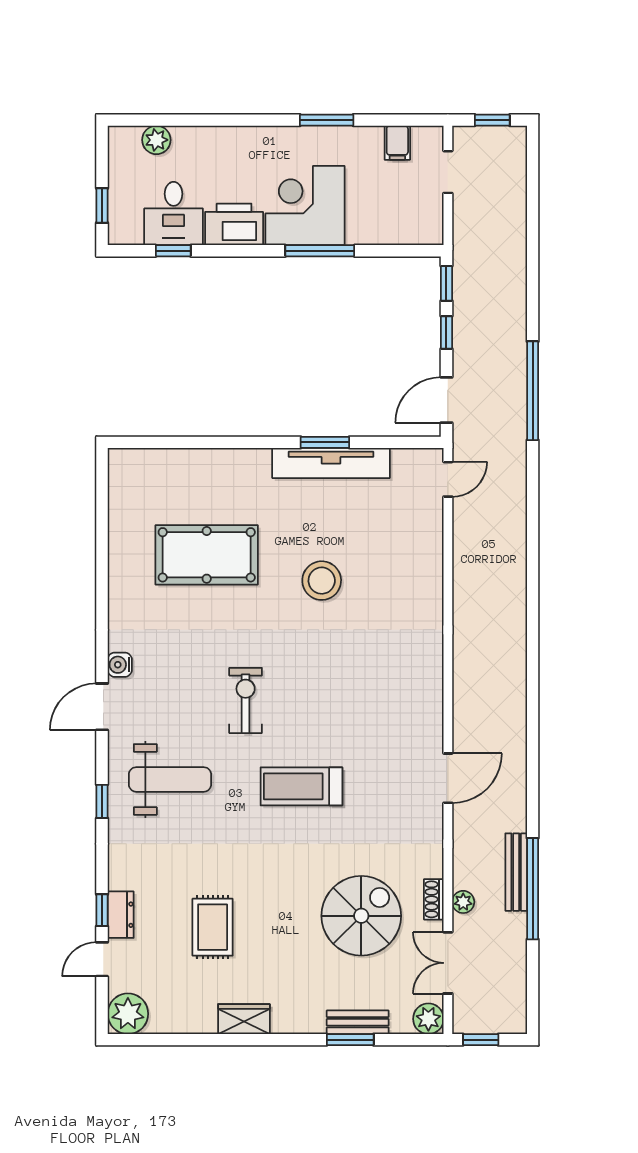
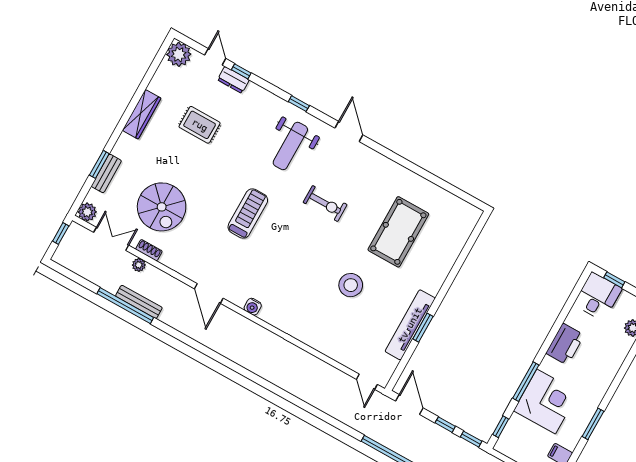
corner desk: (305, 206) -> (546, 402), moved
desk: (174, 213) -> (598, 296), moved, turned 90
window: (173, 251) -> (501, 427), moved
water cooler: (120, 665) -> (253, 307), moved, turned 180
exercise bike: (246, 700) -> (325, 203), moved
wardrobe: (244, 1019) -> (142, 114), width x1.50

